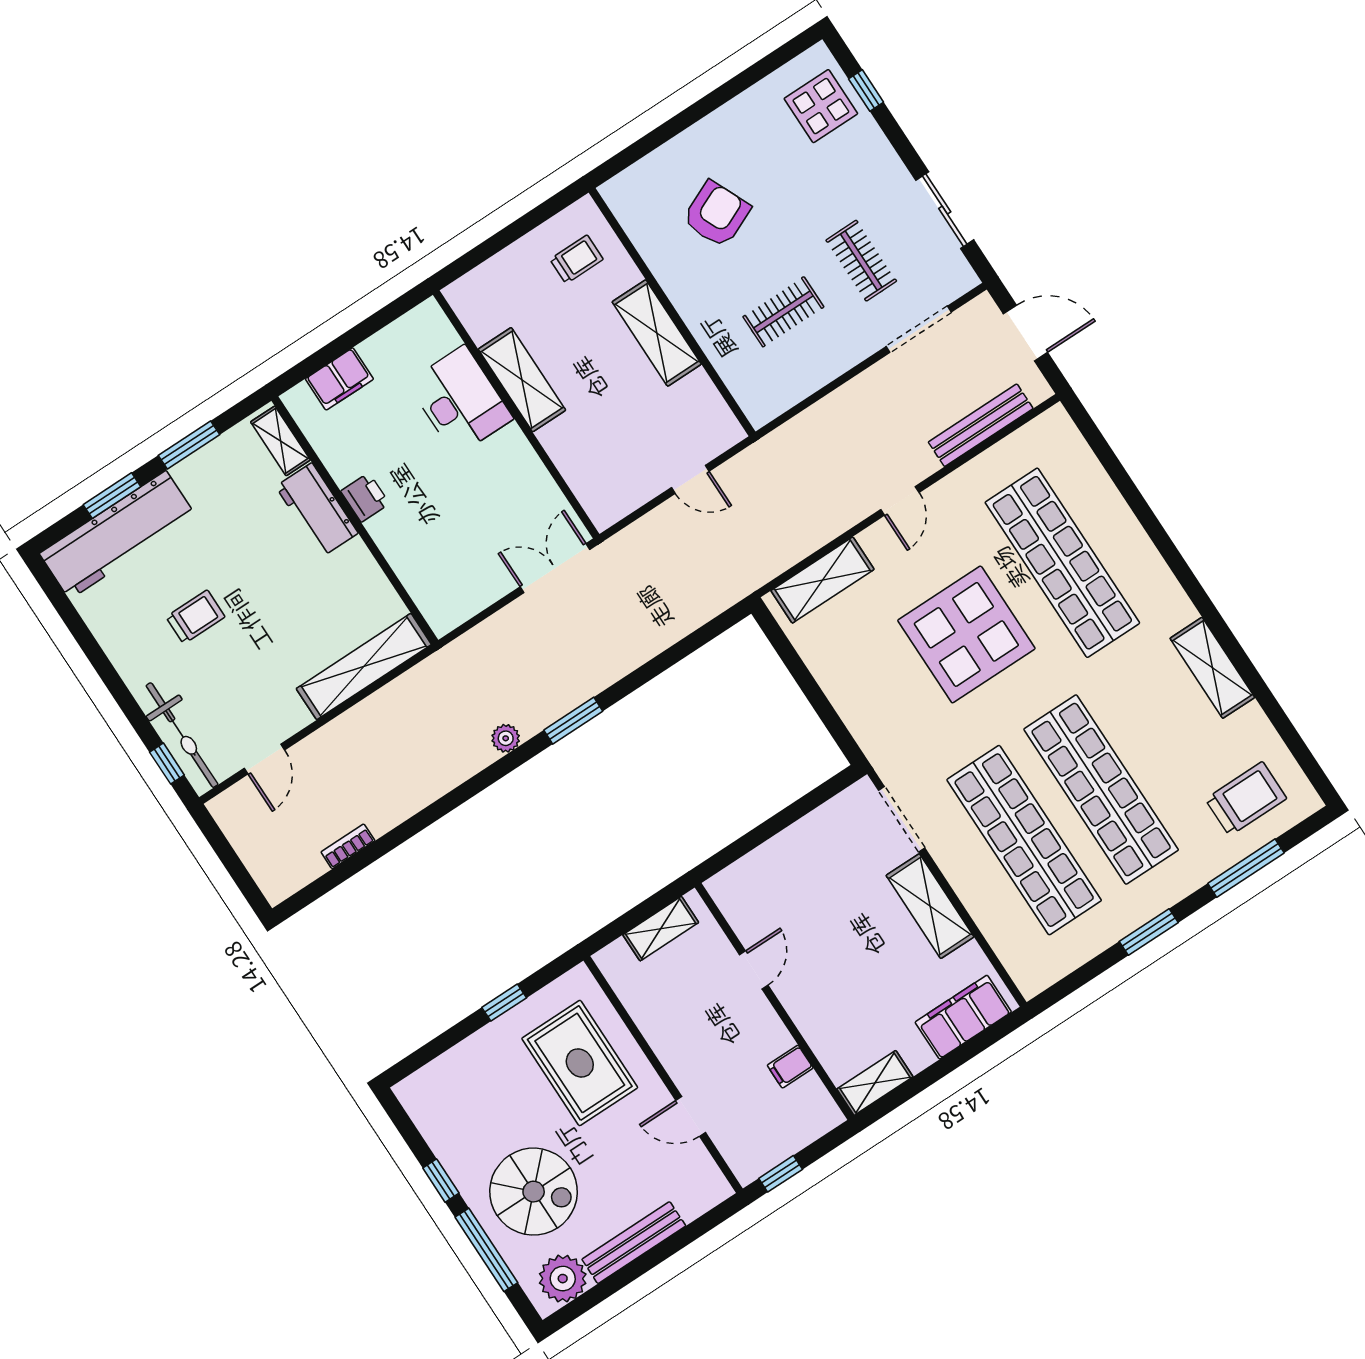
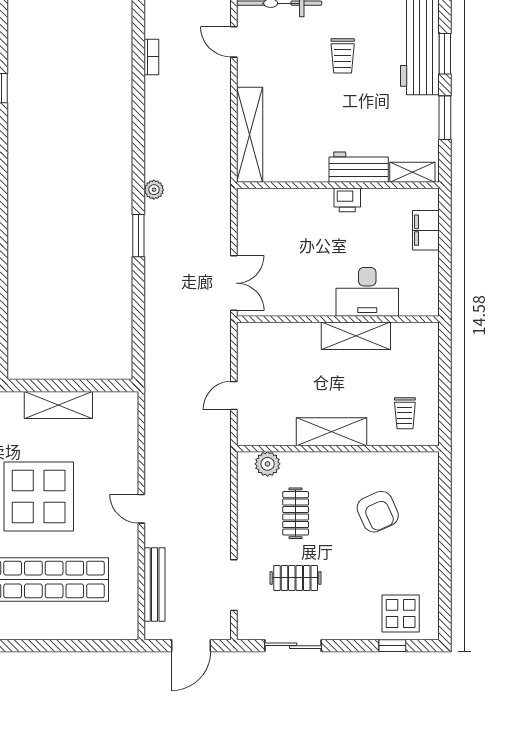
plant: (746, 385) -> (268, 464), added
shelving: (822, 580) -> (58, 405), moved, turned 90

